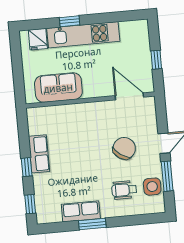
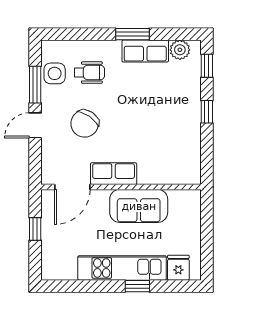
sofa: (58, 88) -> (139, 206), moved
door: (129, 96) -> (72, 187), hinge flipped
row of seats: (39, 154) -> (114, 174), moved, turned 90
plant: (53, 215) -> (180, 50), added

